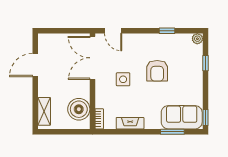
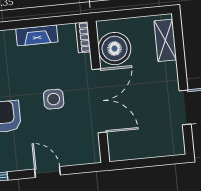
door: (113, 31) -> (47, 172), moved
double door: (92, 58) -> (99, 101), moved

